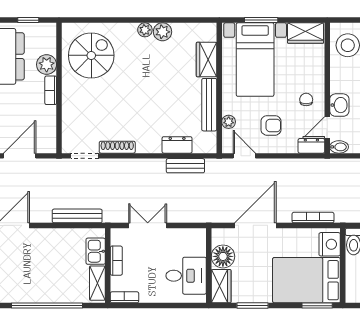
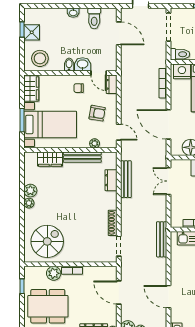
spiral stairs: (91, 55) -> (47, 241), turned 90
armchair: (271, 125) -> (97, 113), turned 100
bidet: (339, 147) -> (69, 65), moved
door: (244, 156) -> (119, 132), swing flipped
bench: (185, 166) -> (126, 179), width x1.36
bench: (77, 216) -> (162, 239), moved
double door: (148, 225) -> (169, 181), moved

